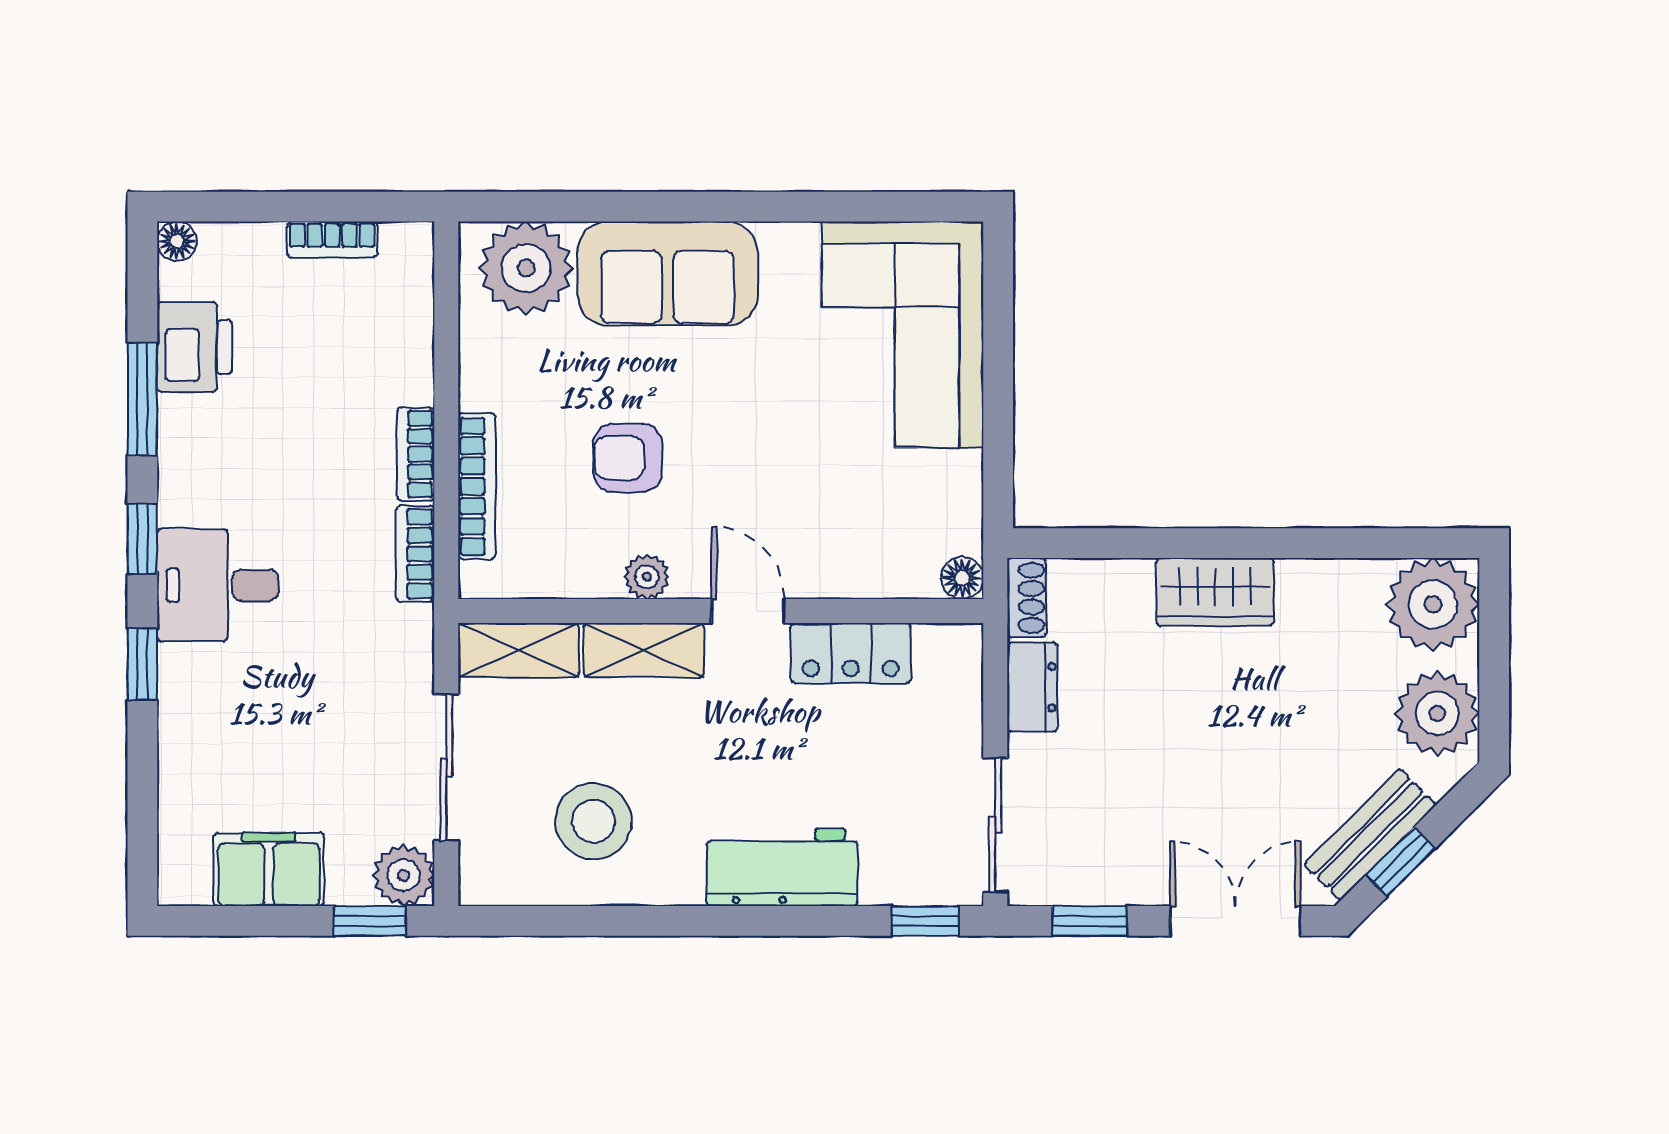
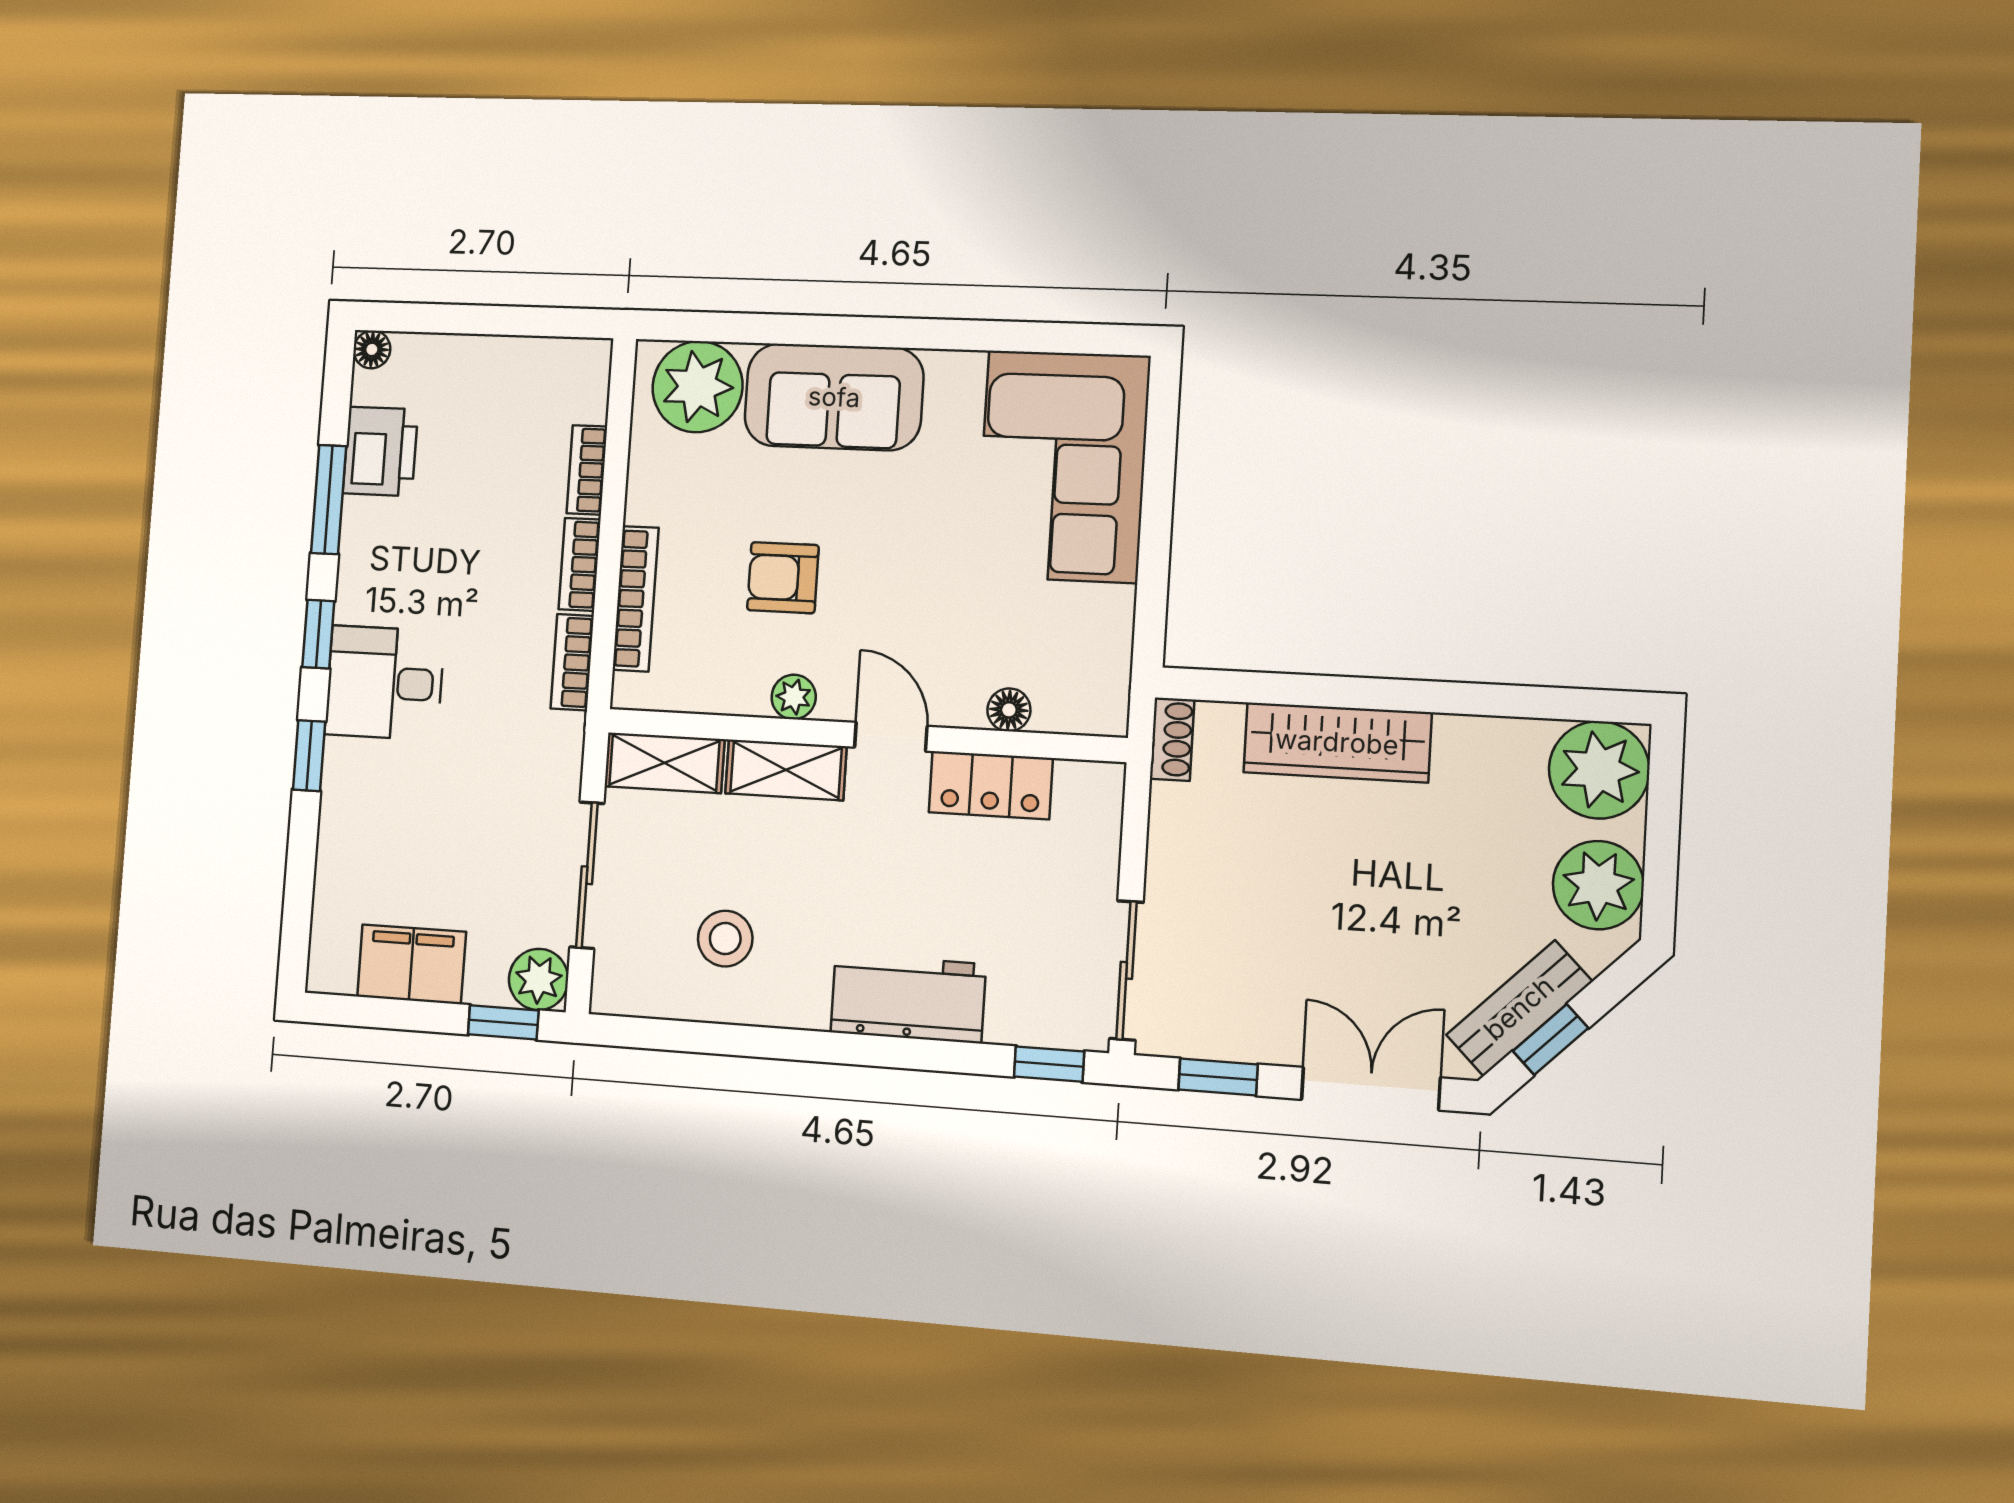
bookcase: (332, 240) -> (587, 470), moved, turned 90
floor lamp: (962, 578) -> (1009, 710), moved
wardrobe: (1215, 592) -> (1337, 742), width x1.50
dresser: (1032, 687) -> (1173, 831), removed
stool: (593, 821) -> (725, 939), width x0.73, depth x0.73

